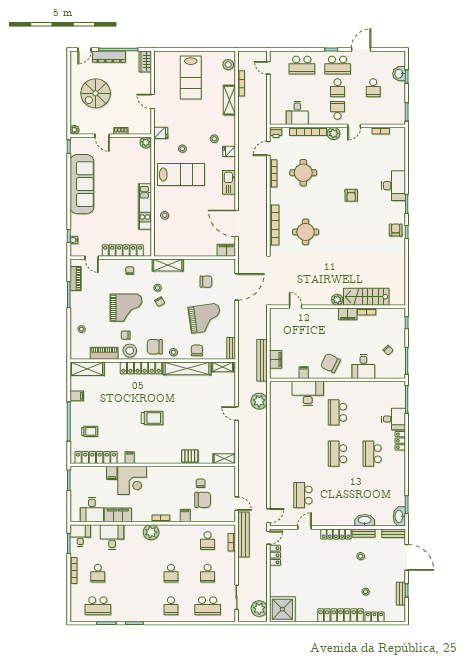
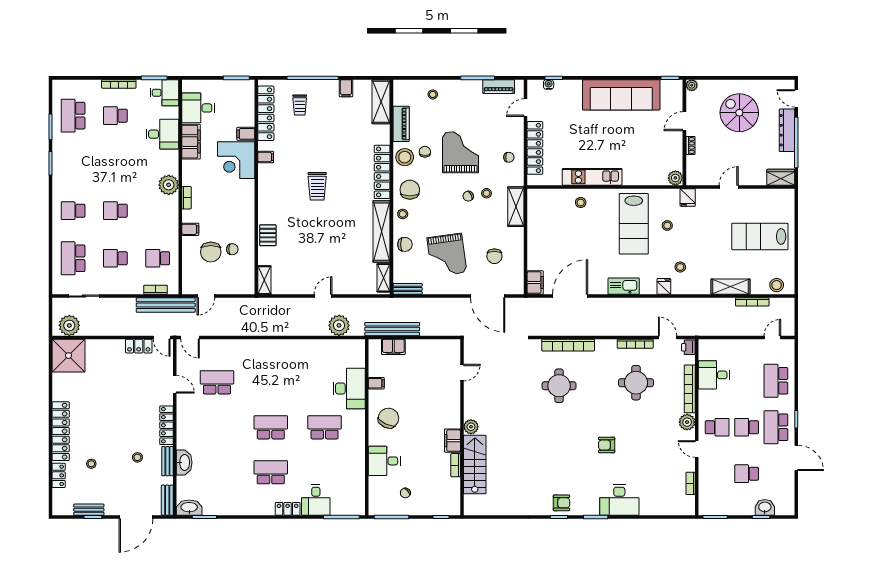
grand piano: (126, 308) -> (461, 152), turned 180

